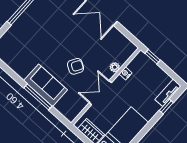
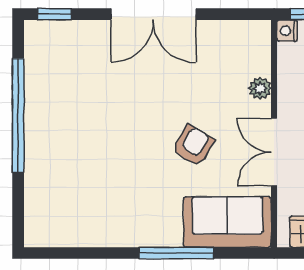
nightstand: (125, 73) -> (287, 31), moved
sofa: (46, 85) -> (227, 222), moved

